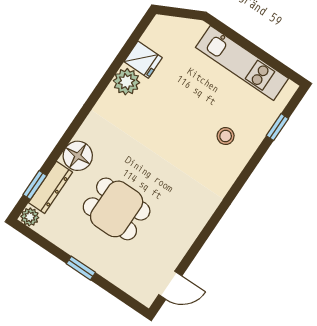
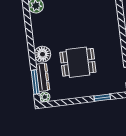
window: (35, 185) -> (35, 82), width x1.50
window: (81, 268) -> (102, 98), moved

